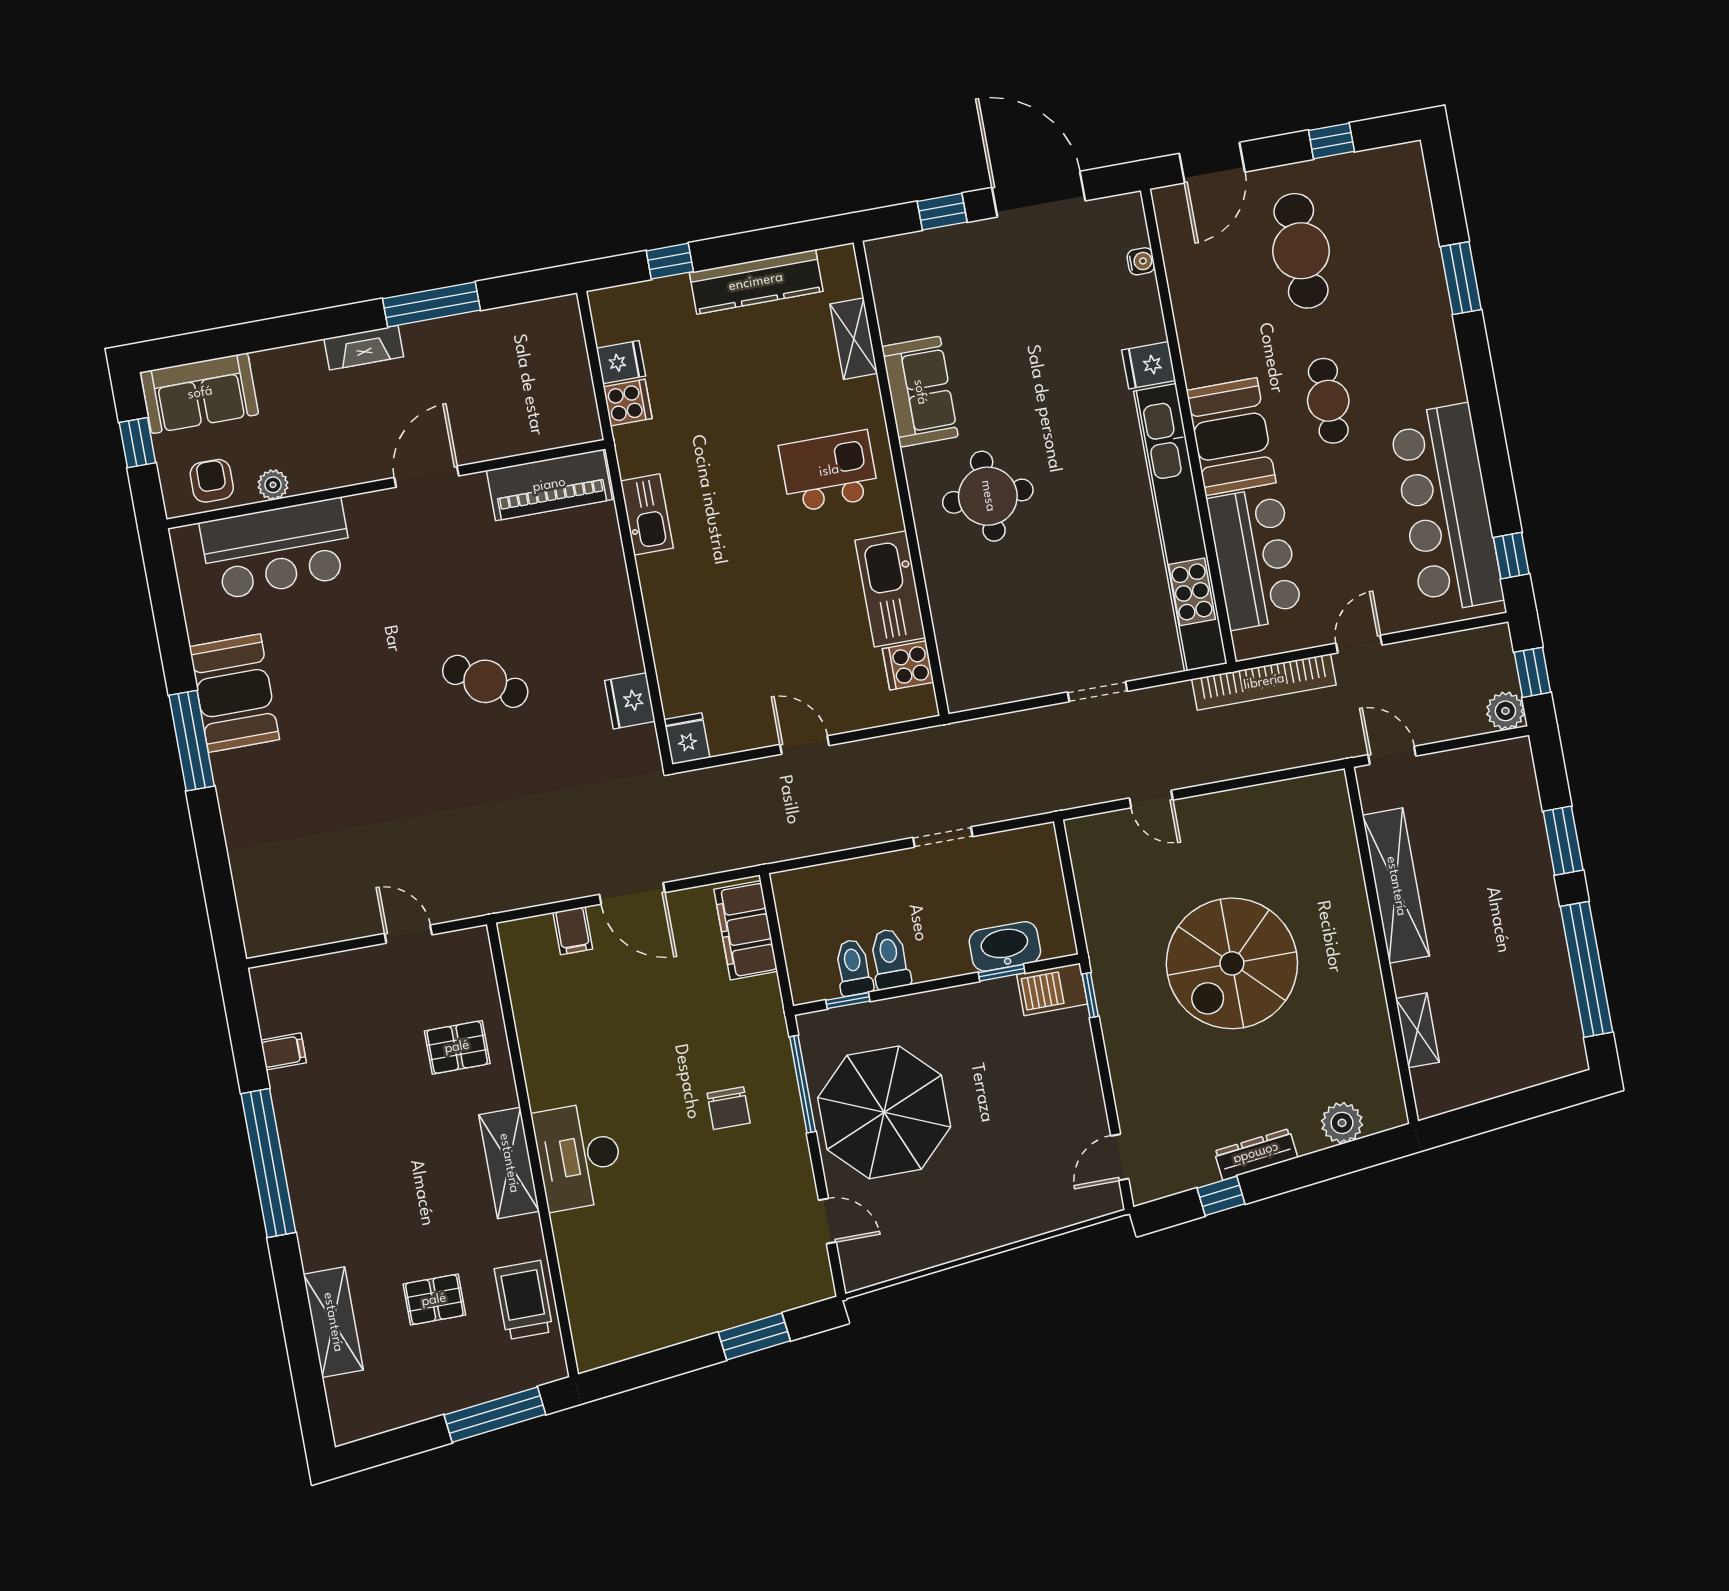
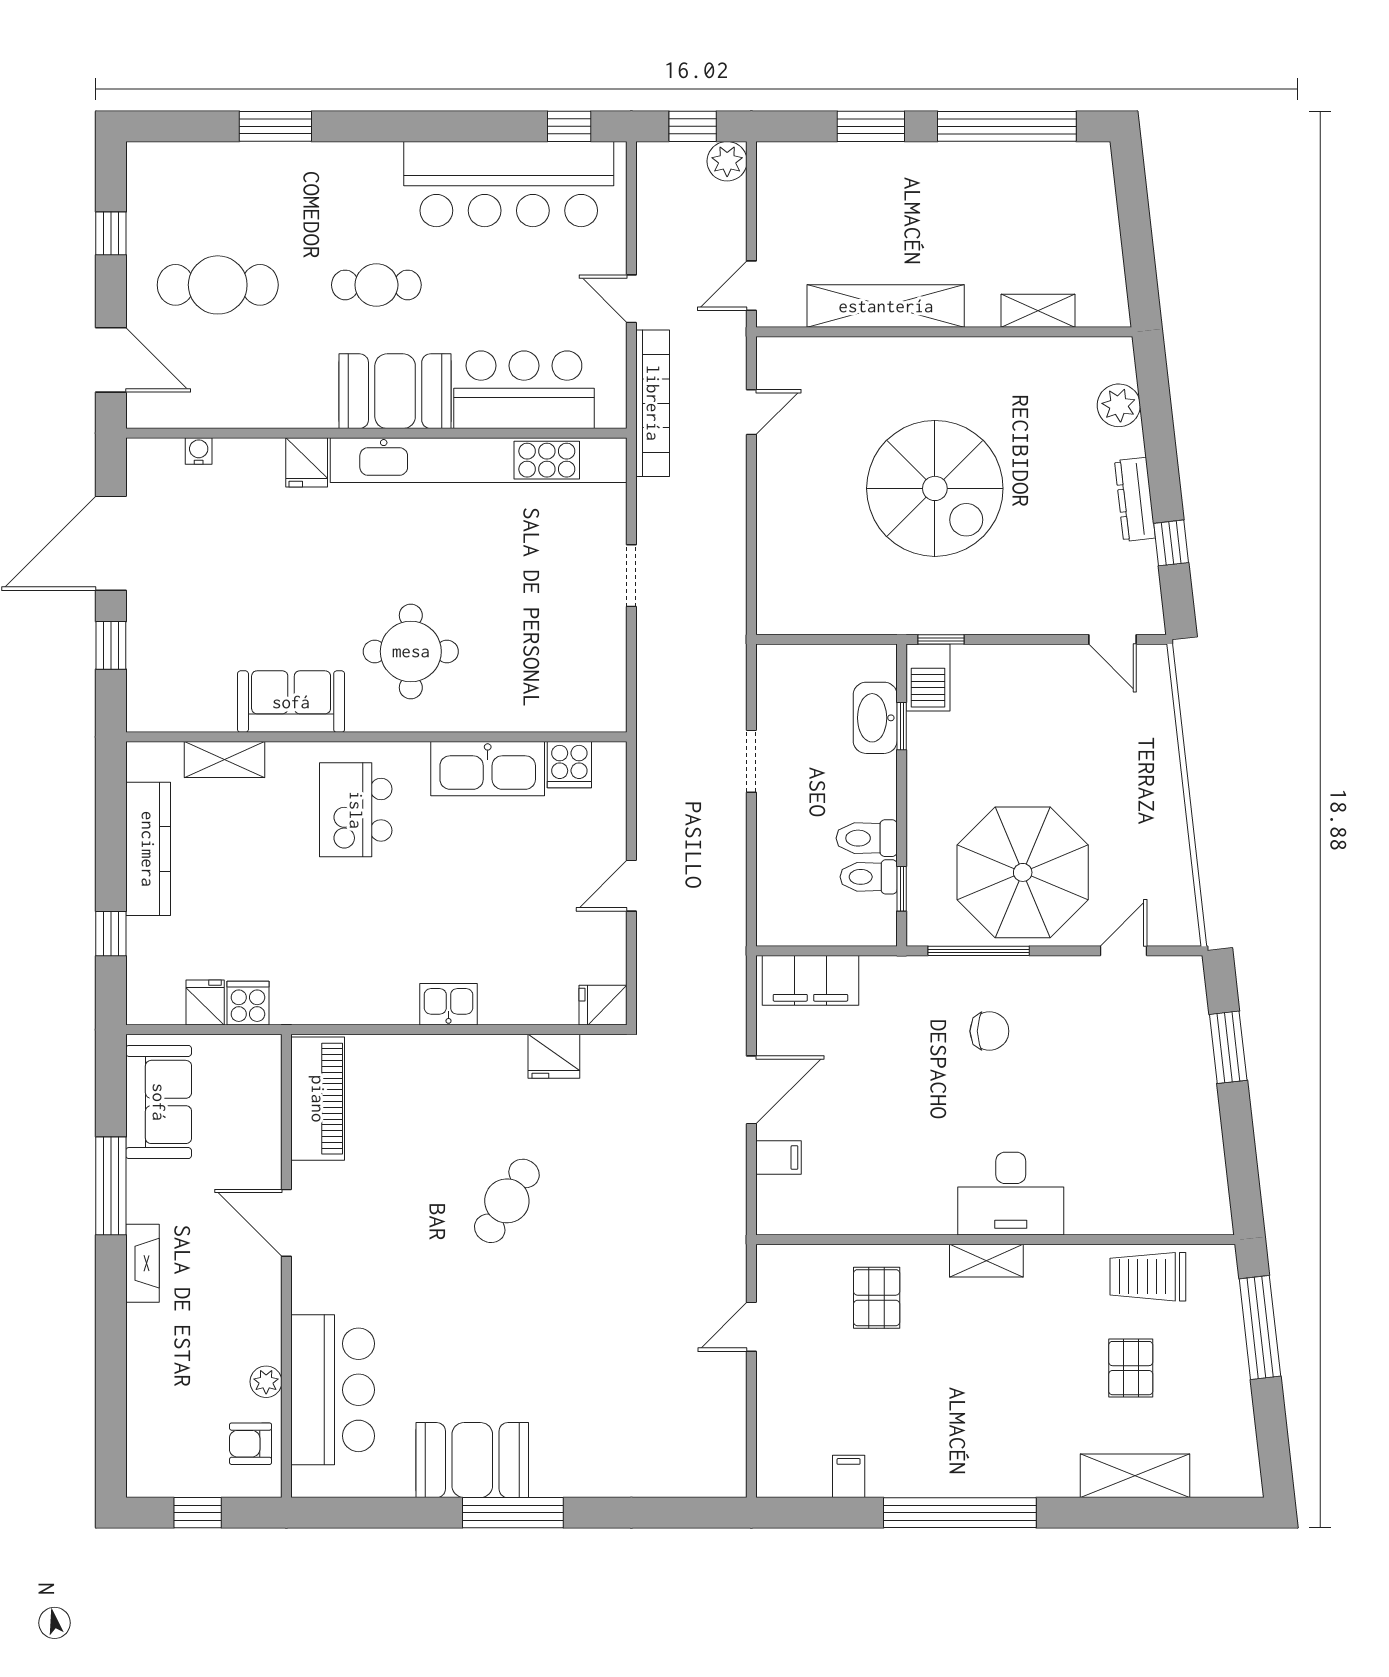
sofa: (200, 393) -> (159, 1102), moved
kitchen sink: (647, 515) -> (448, 1004), moved, width x0.73
door: (1151, 799) -> (751, 412), moved
shelving: (509, 1163) -> (986, 1261), width x0.67, depth x0.75

